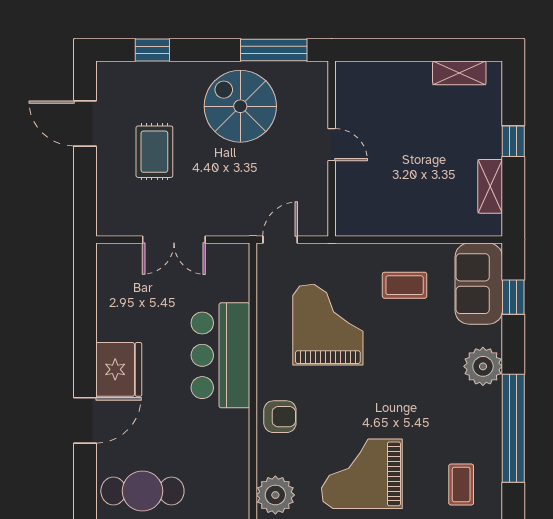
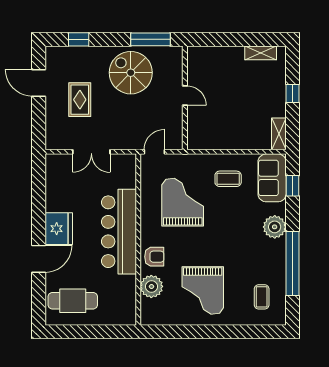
shelving: (490, 186) -> (279, 134), moved
bar counter: (220, 355) -> (119, 232), width x1.36
grand piano: (362, 474) -> (203, 291), turned -90
plant: (275, 495) -> (151, 286), moved

